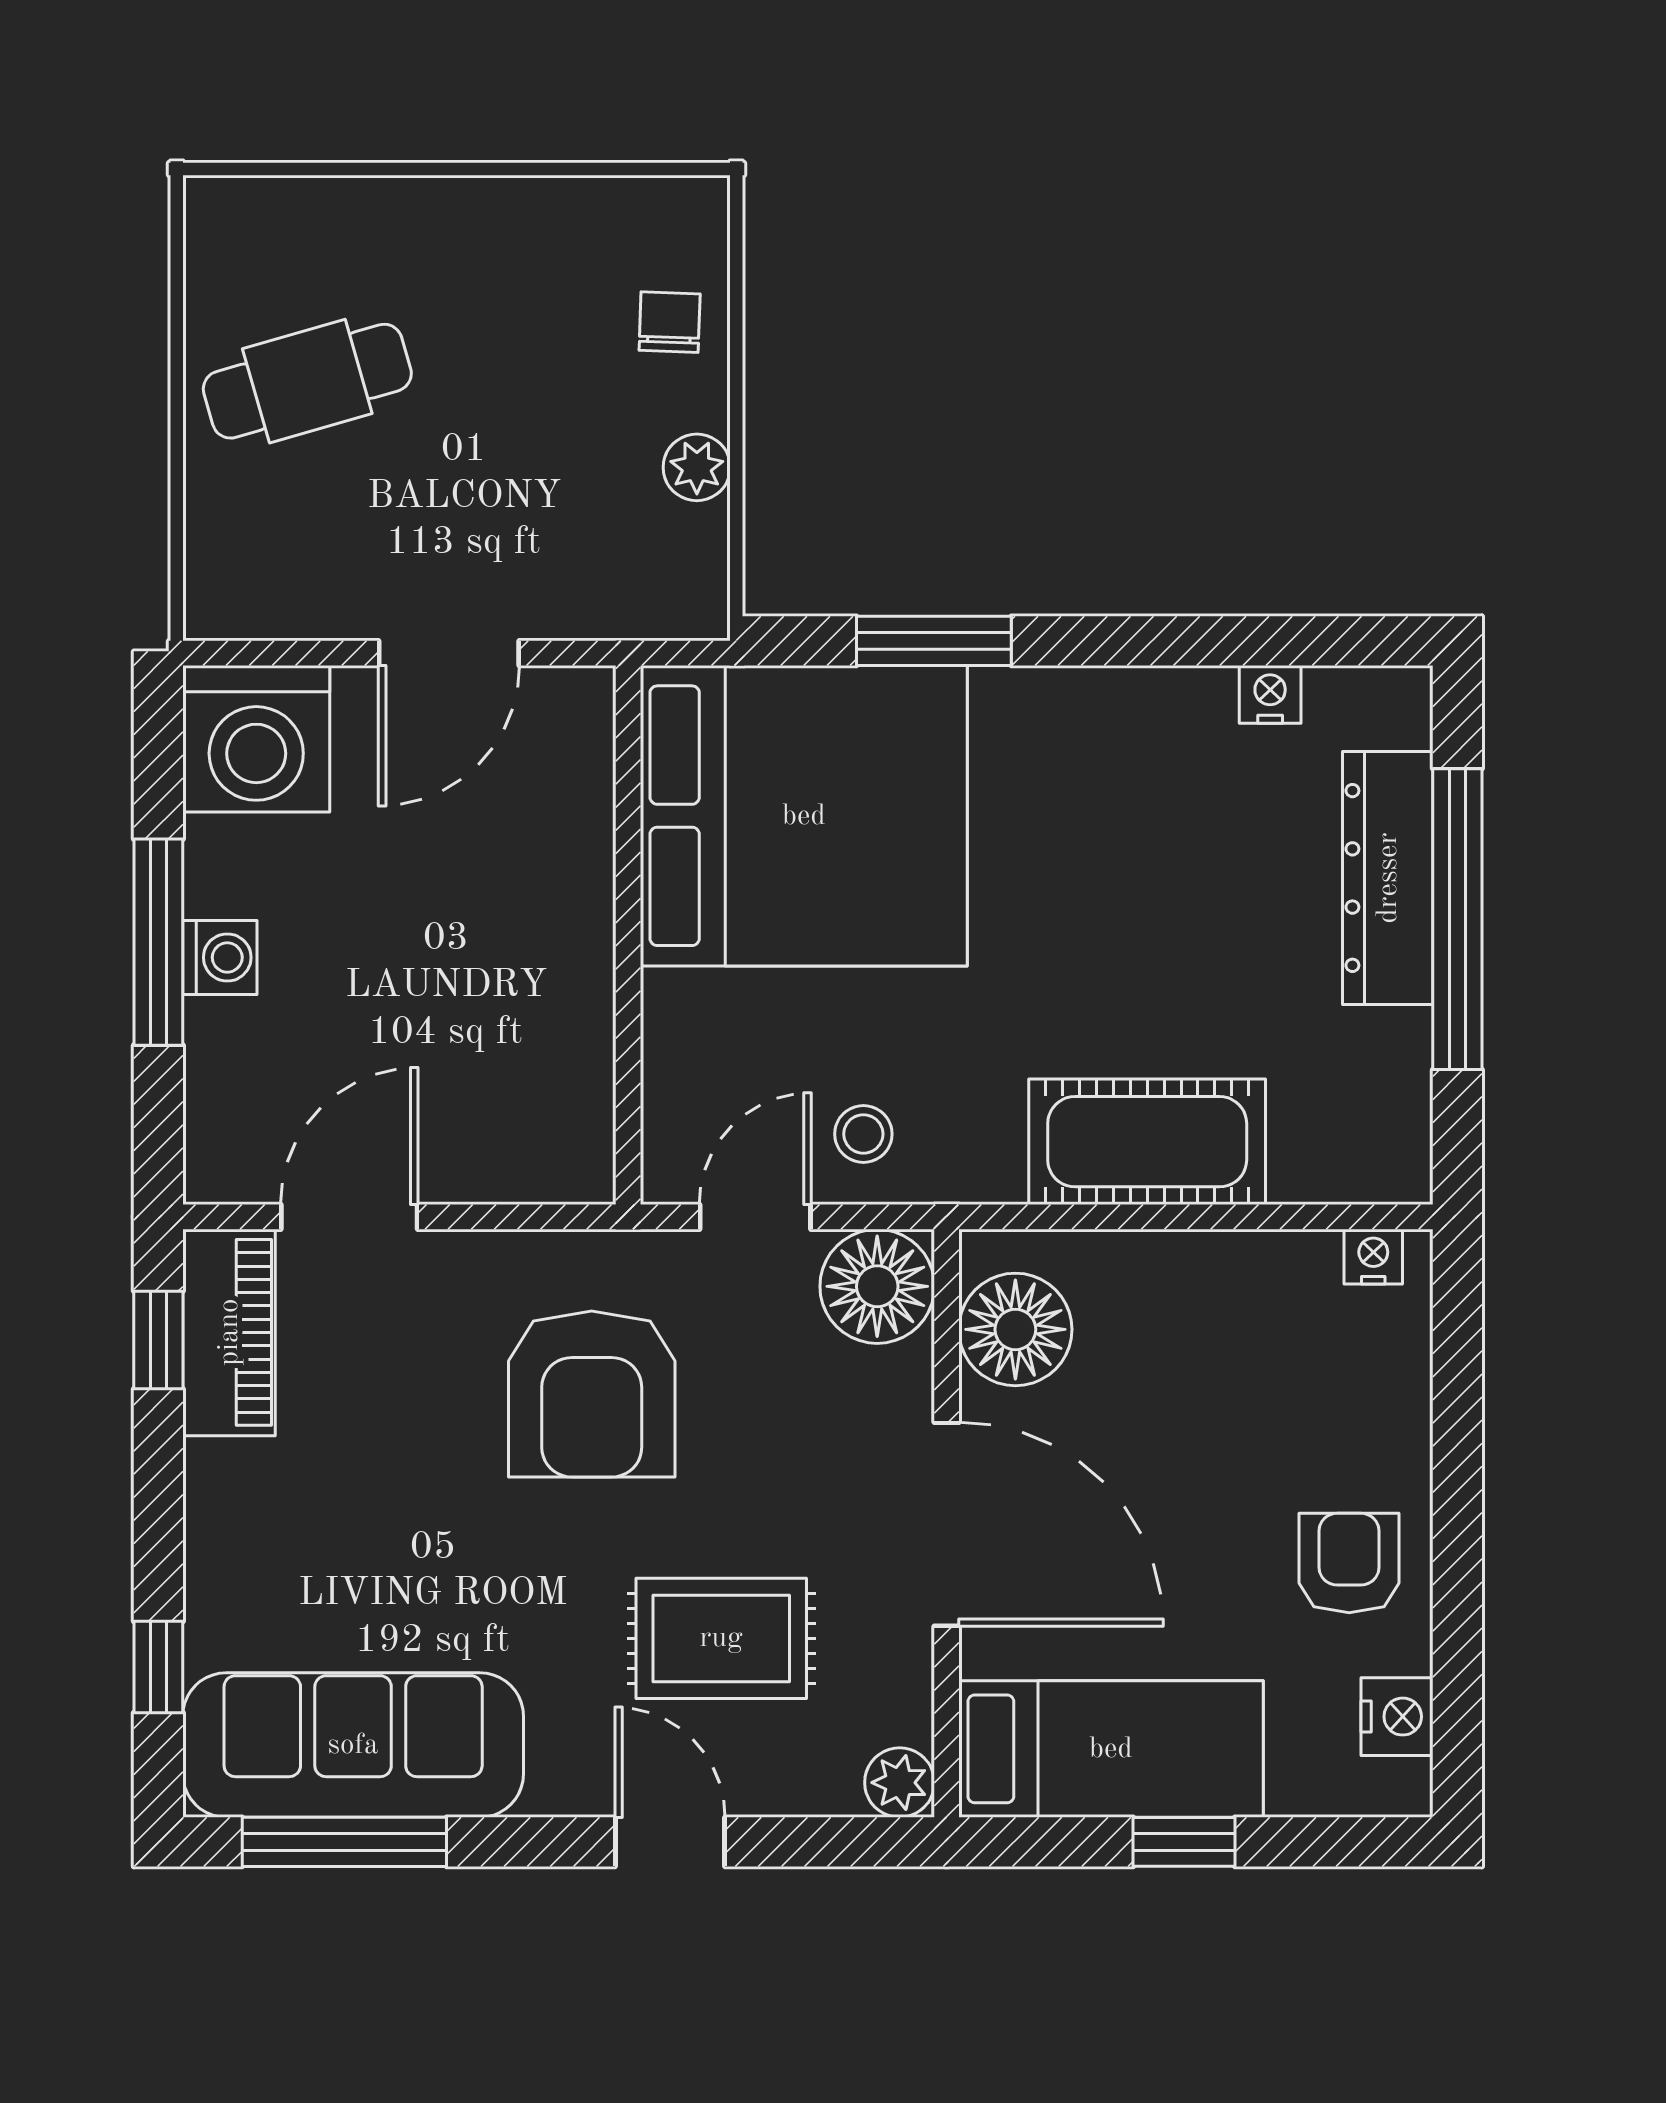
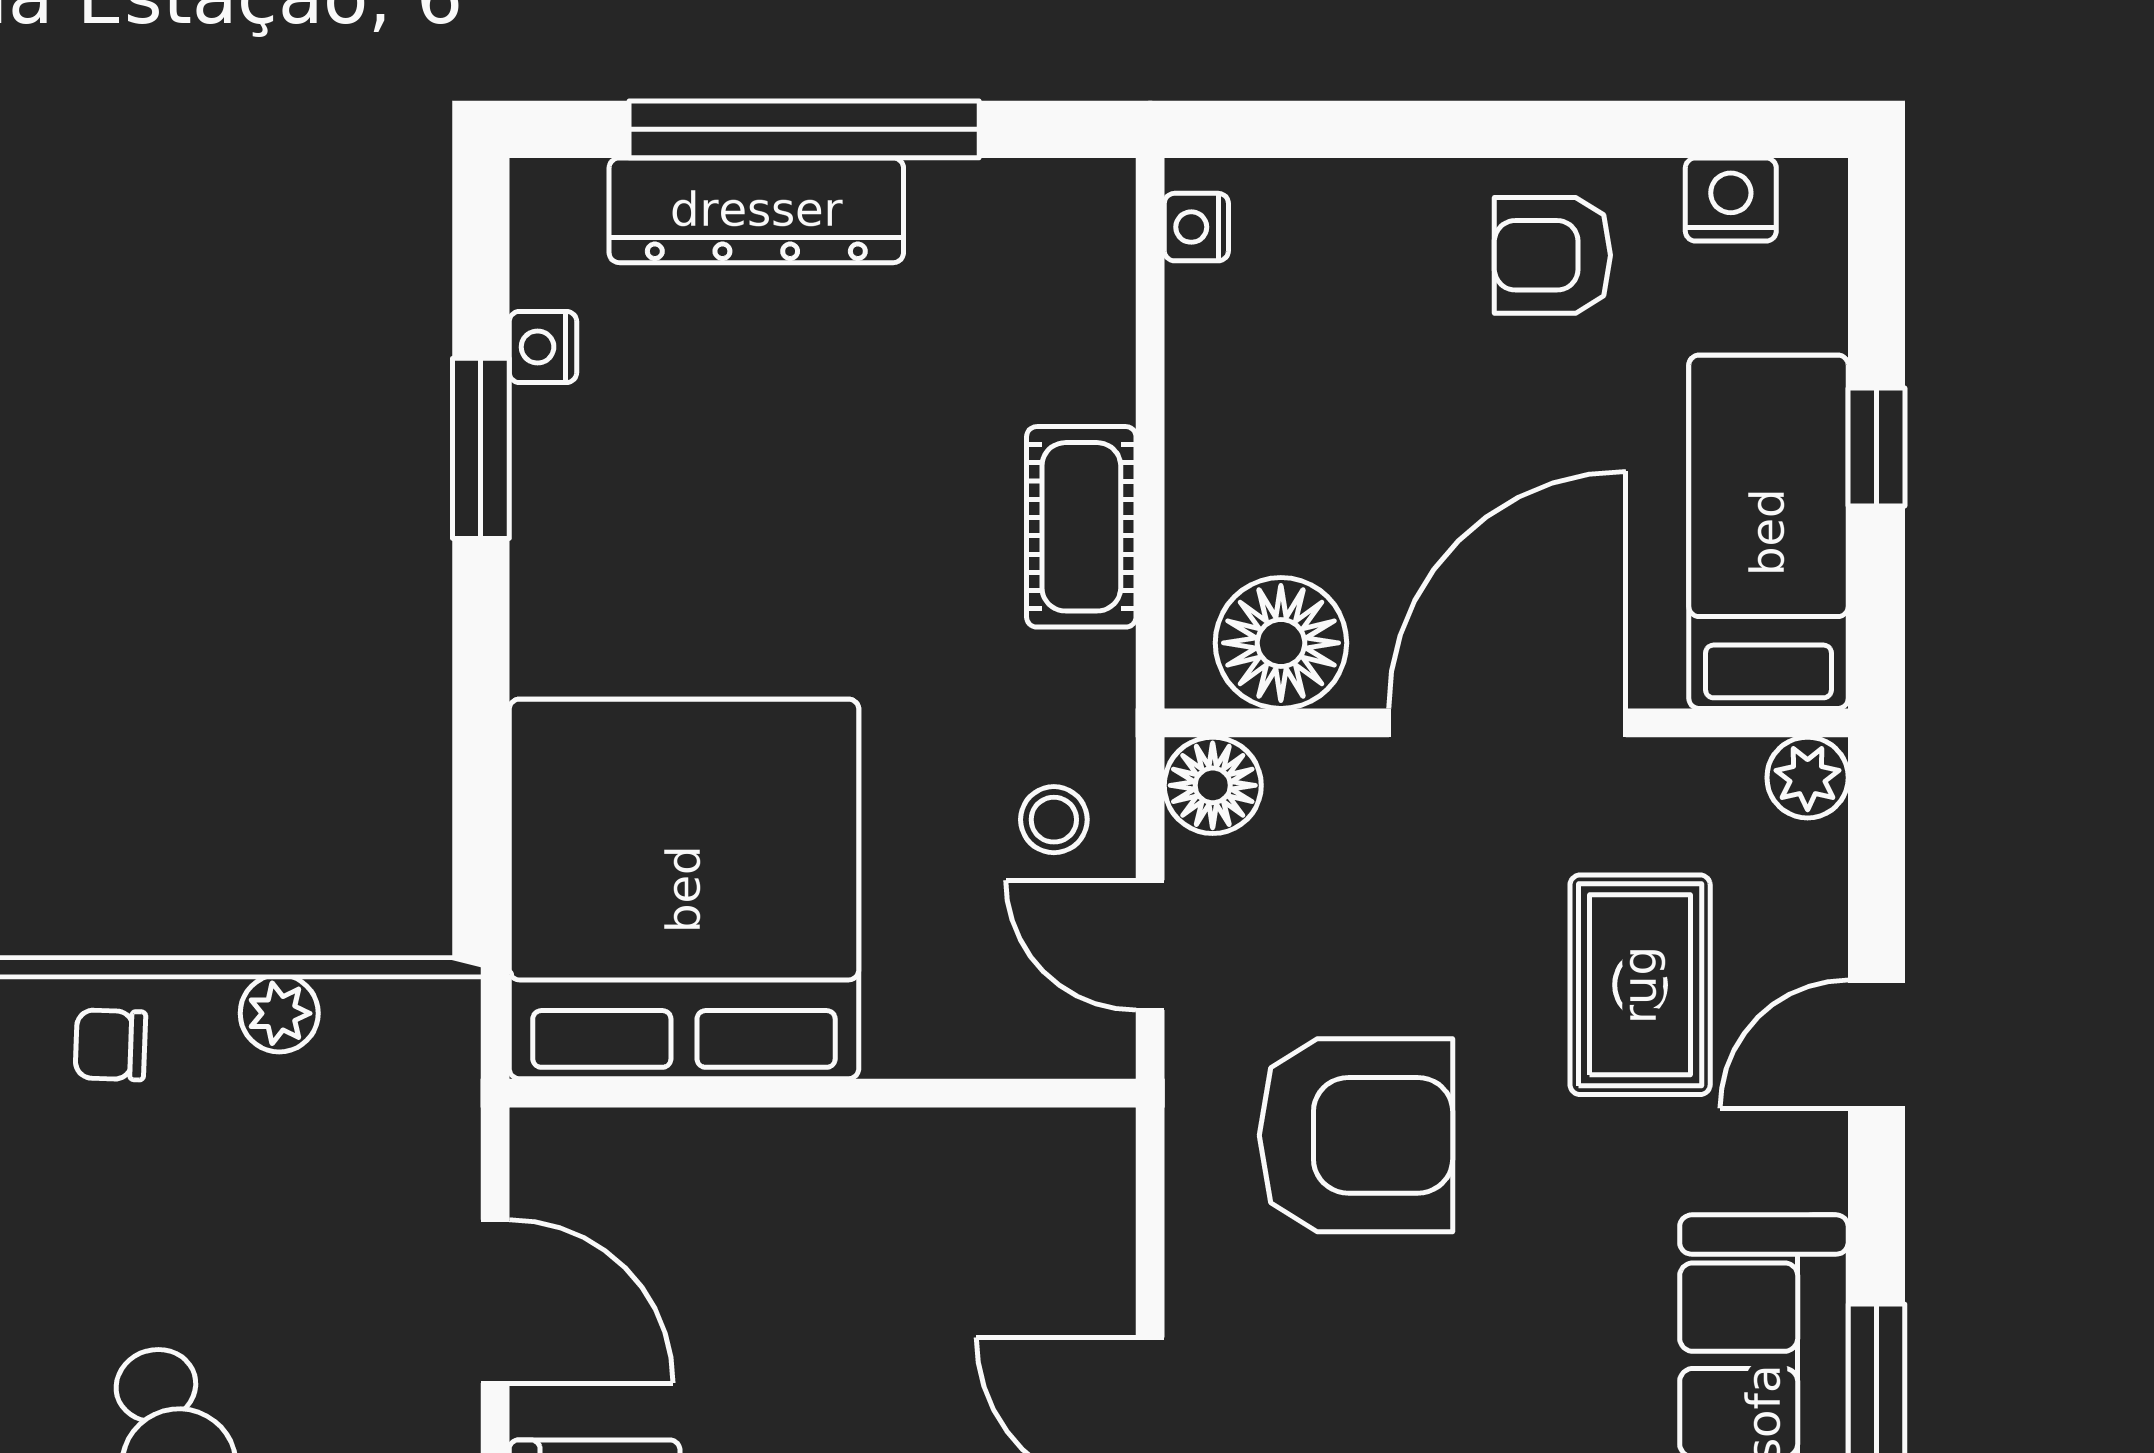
window: (934, 641) -> (481, 448), moved
cot: (1147, 1142) -> (1081, 527), width x0.73, depth x0.75
floor lamp: (877, 1286) -> (1213, 785), width x0.73, depth x0.73

